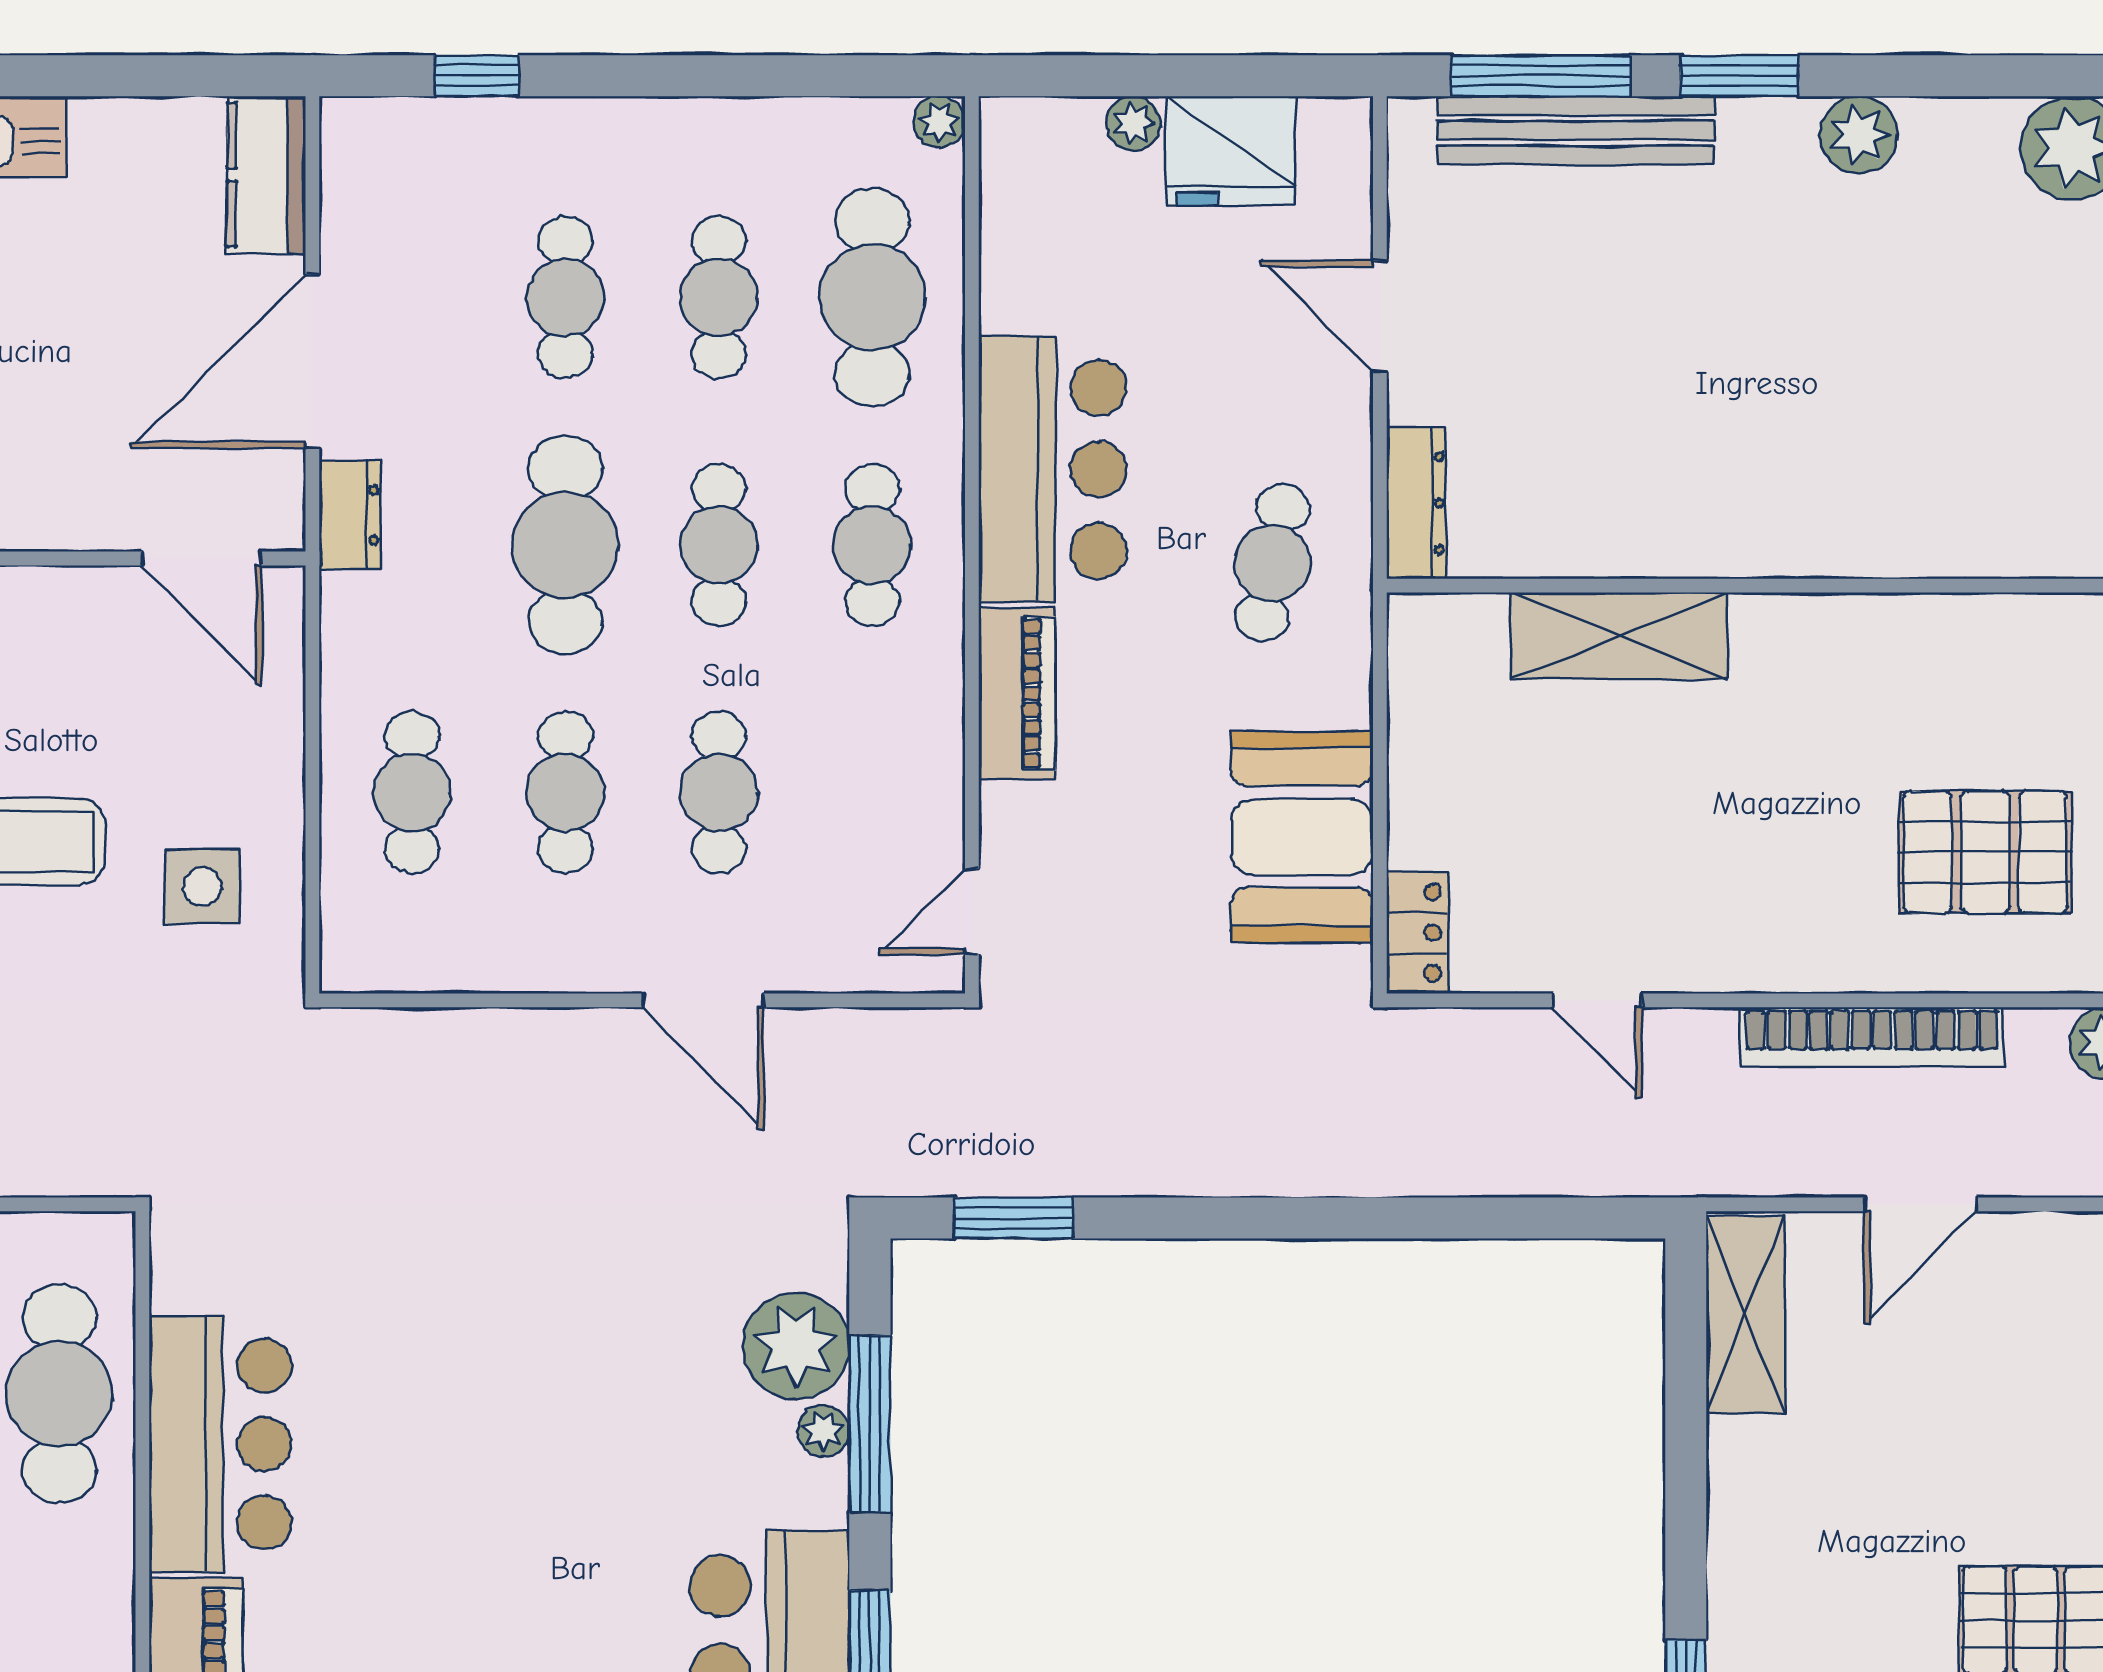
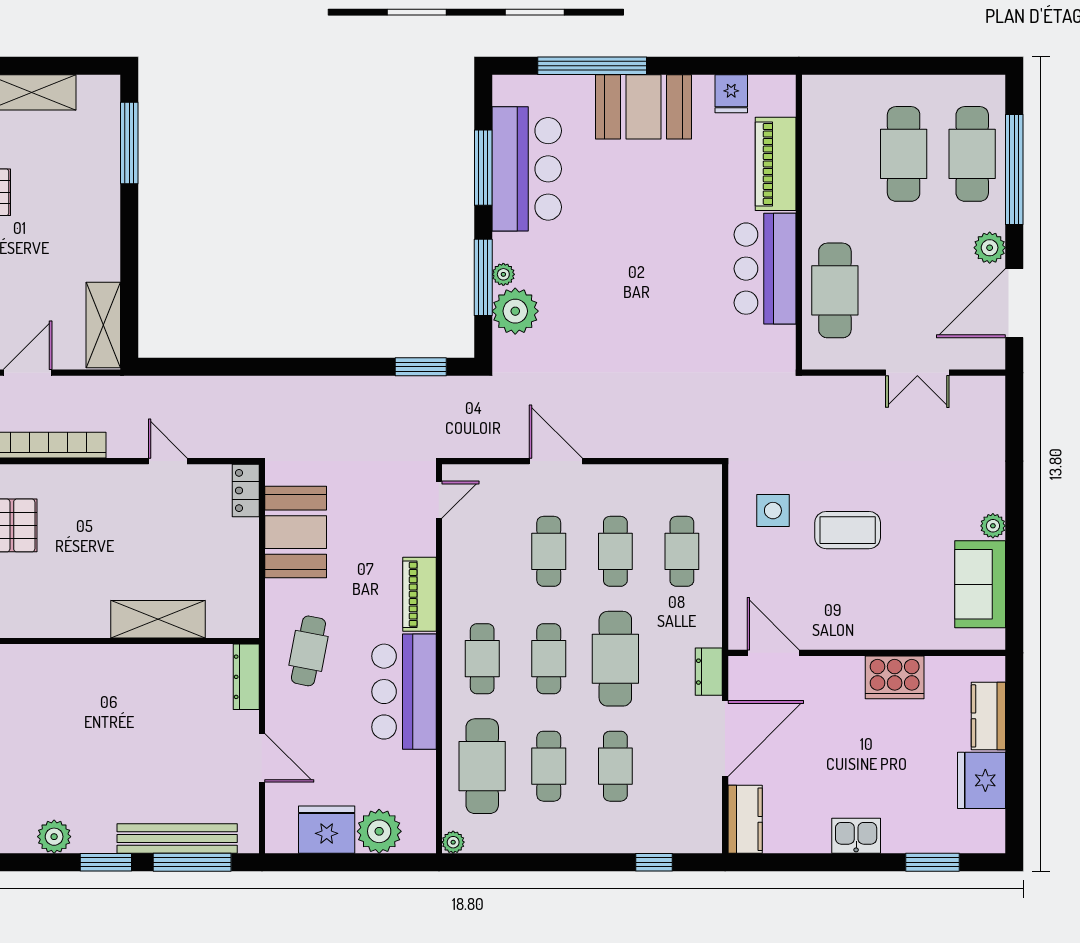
plant: (1134, 123) -> (379, 831), width x1.88, depth x1.88

